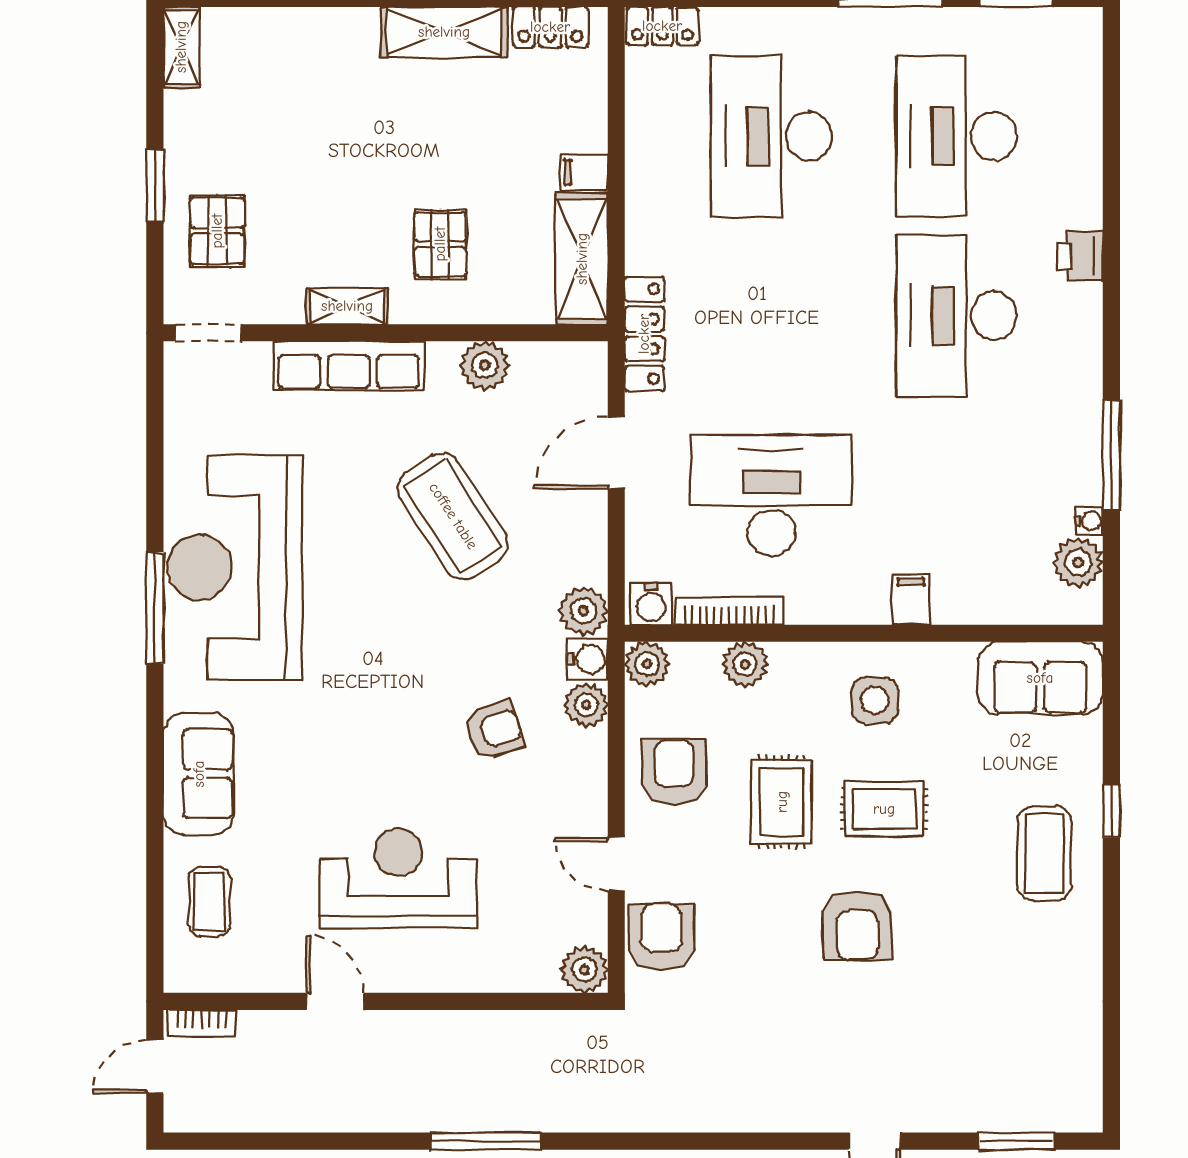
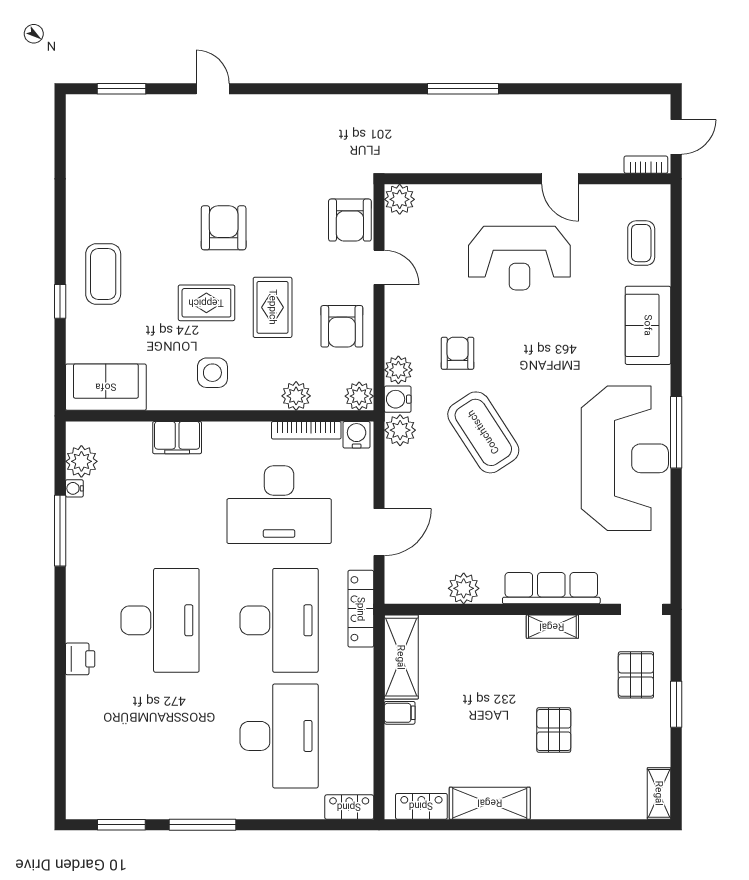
desk: (956, 136) -> (279, 620), moved
pallet: (440, 244) -> (554, 730), moved
coffee table: (453, 516) -> (483, 432), moved
filing cabinet: (911, 600) -> (177, 438), width x2.00
armchair: (494, 731) -> (458, 353), turned 109

